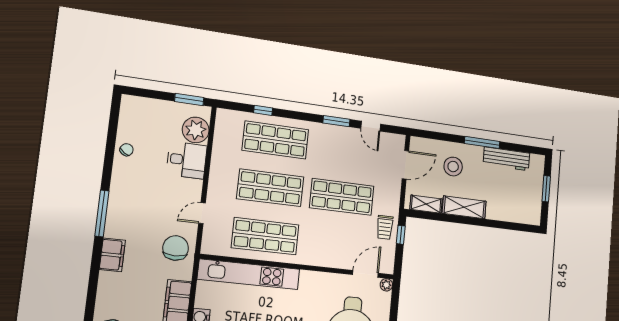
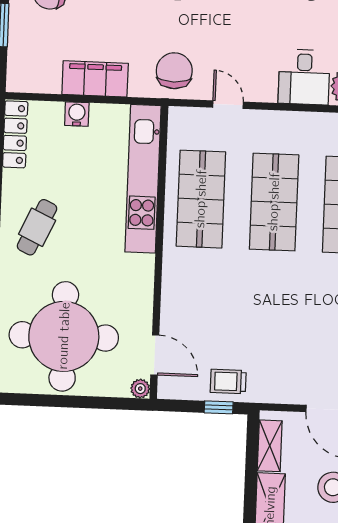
shop shelf: (342, 197) -> (270, 312), removed
chair: (176, 248) -> (174, 71), turned -90

